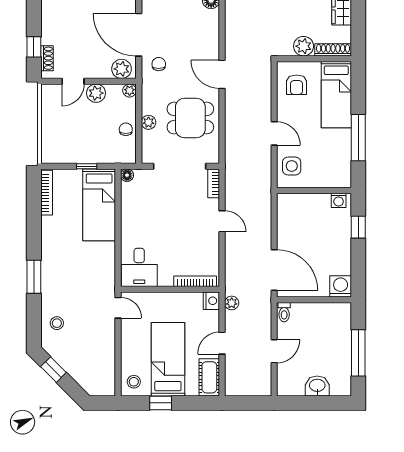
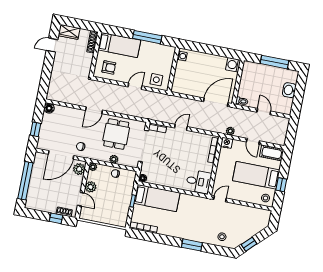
plant: (304, 46) -> (87, 59), removed
window: (358, 227) -> (200, 47), removed

